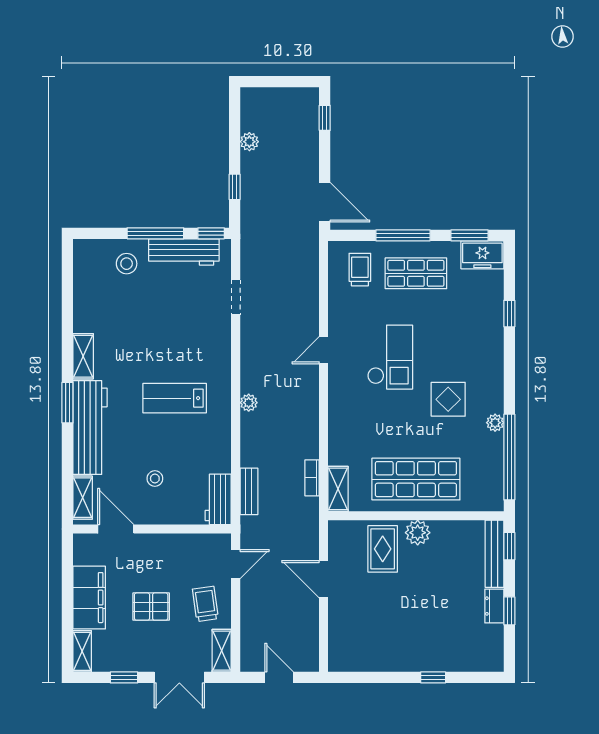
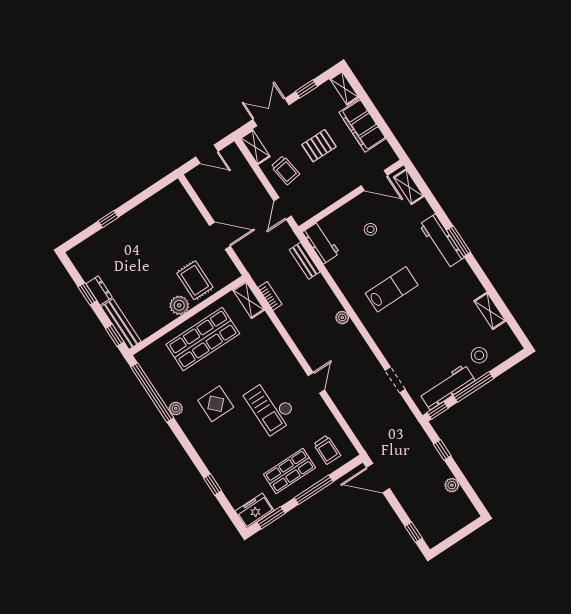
shelving: (83, 356) -> (490, 311), moved
workbench: (90, 427) -> (441, 241), width x0.73, depth x0.76

